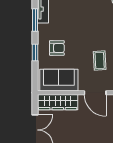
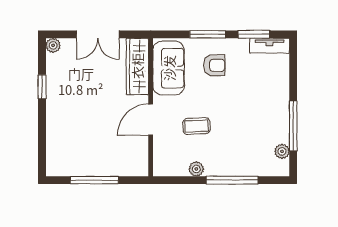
armchair: (57, 48) -> (214, 65), turned -90
window: (35, 53) -> (208, 34), width x1.50

